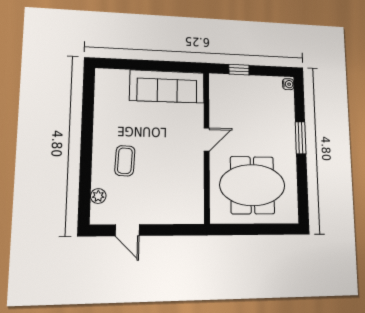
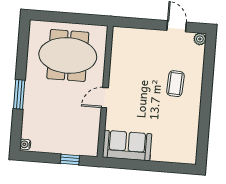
sofa: (167, 87) -> (127, 146), width x0.73
plant: (98, 196) -> (200, 39), moved

